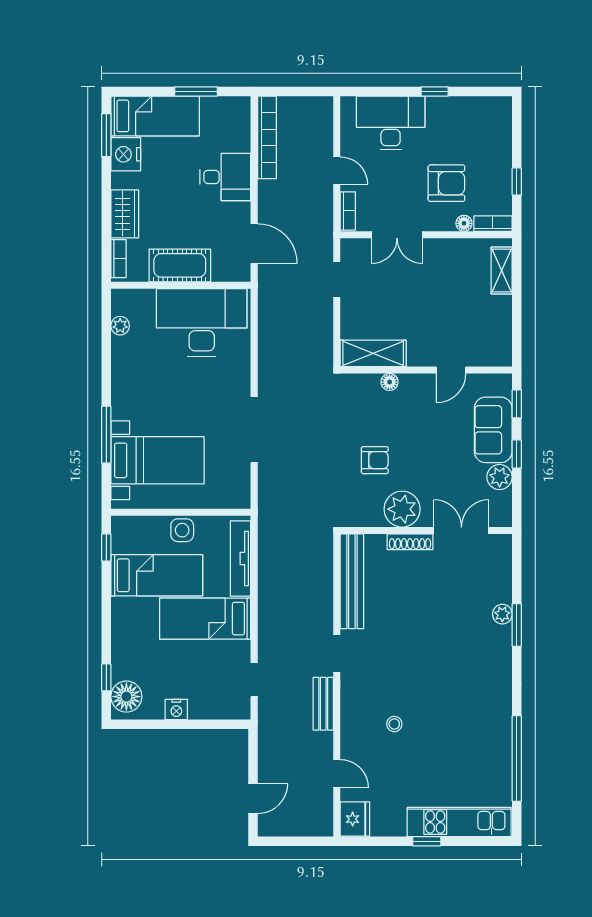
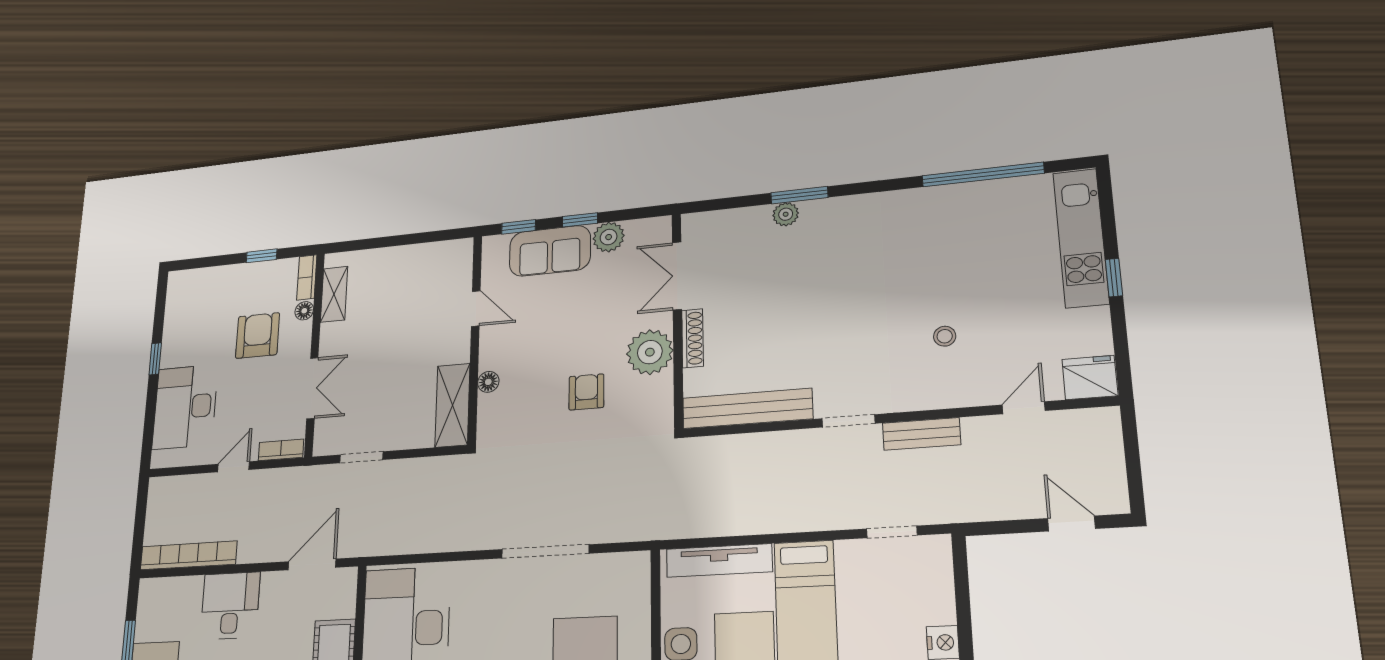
shelving: (502, 271) -> (334, 294), moved, turned 90

